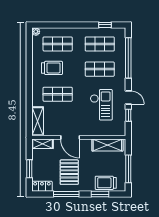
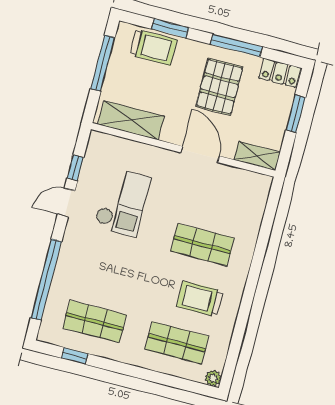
shop shelf: (100, 69) -> (107, 272), removed
door: (128, 98) -> (66, 202), hinge flipped
checkout: (101, 105) -> (123, 202), turned 180
shelving: (38, 121) -> (255, 202), removed

